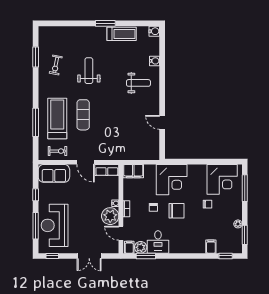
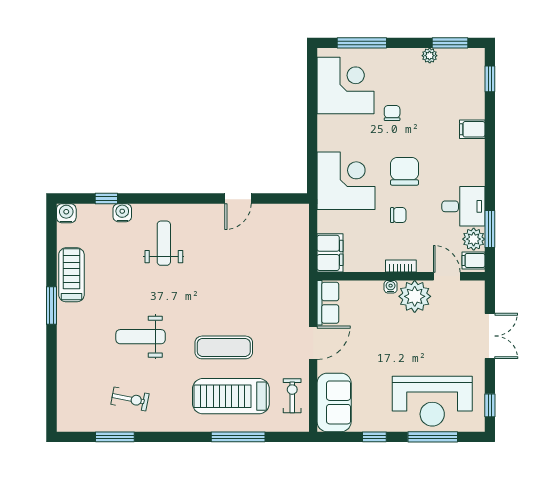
window: (162, 52) -> (106, 198), added
door: (121, 233) -> (447, 276), swing flipped
filing cabinet: (211, 247) -> (472, 129), moved

